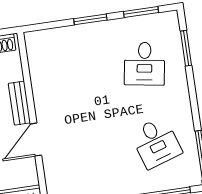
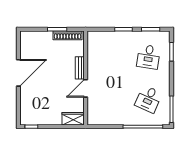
desk: (156, 143) -> (149, 99), turned 42

